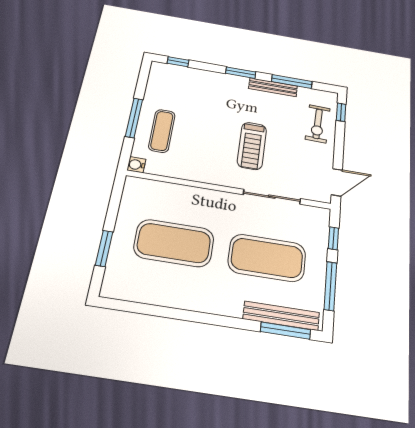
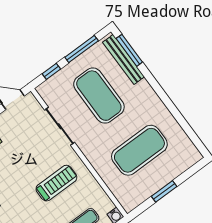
treadmill: (252, 146) -> (56, 183), moved
exercise mat: (174, 243) -> (139, 150), turned 90
window: (104, 248) -> (164, 191), moved

